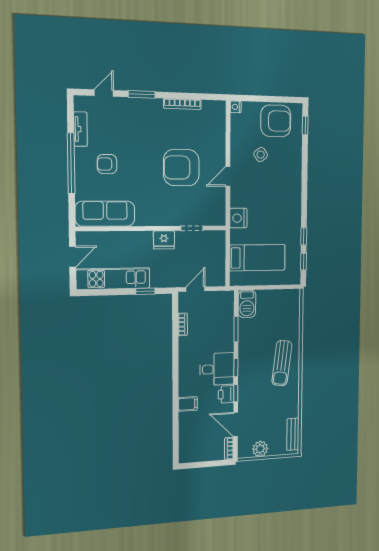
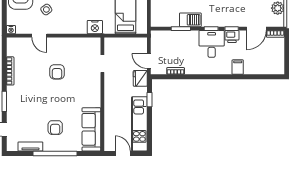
armchair: (181, 168) -> (57, 72), width x0.53, depth x0.53
door: (228, 176) -> (39, 36), moved
fridge: (164, 240) -> (140, 78), moved, turned 180
barbecue: (247, 304) -> (190, 20), moved

